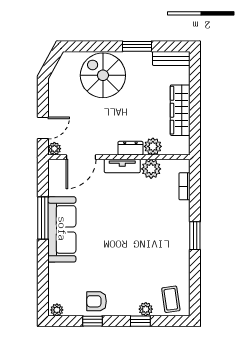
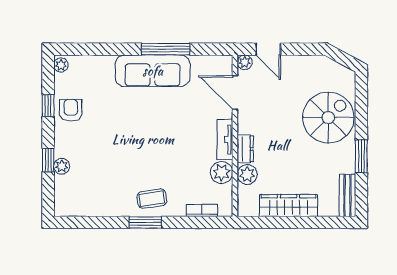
coffee table: (171, 299) -> (152, 199), moved

